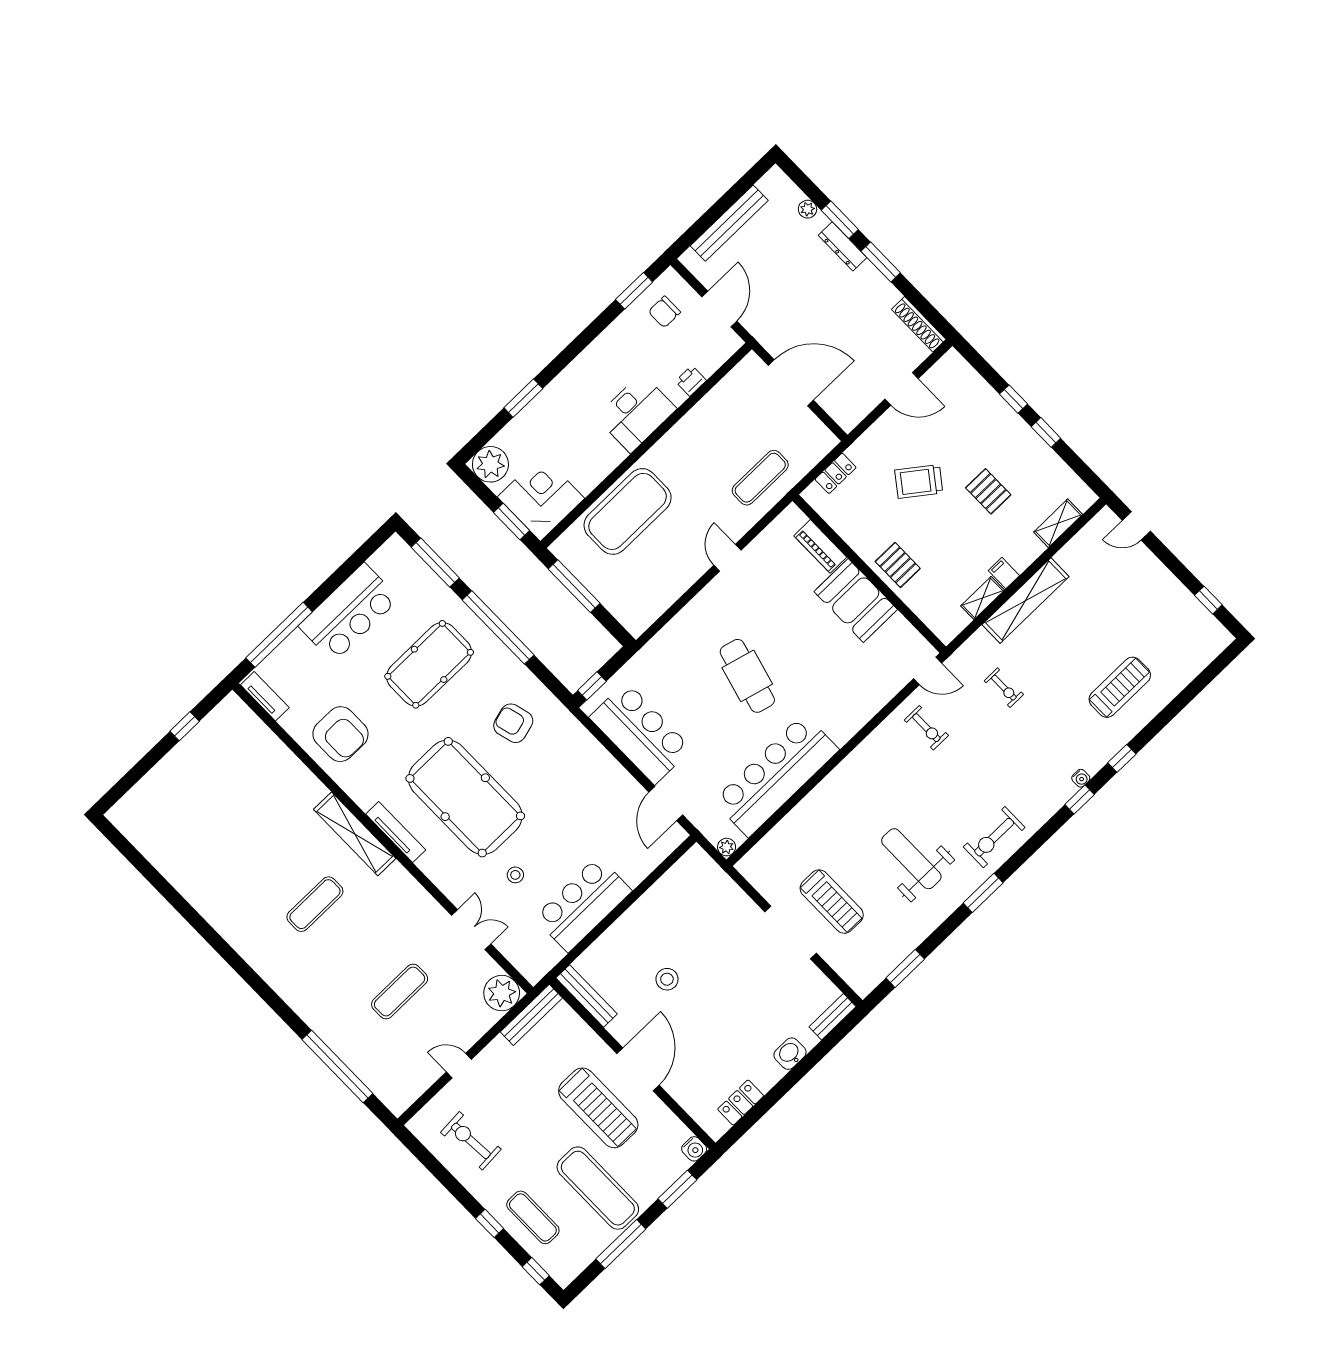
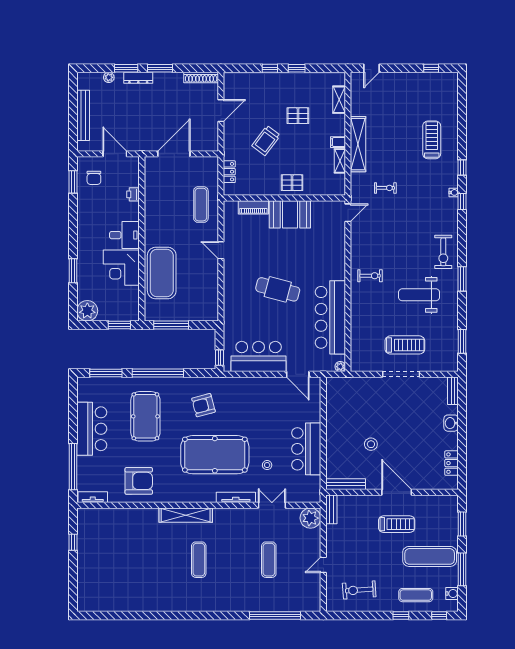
desk: (636, 413) -> (124, 235), width x0.73
corner desk: (541, 498) -> (121, 268), moved, turned -90
exercise bike: (926, 728) -> (370, 276), moved
tv unit: (396, 832) -> (236, 497), moved
bench: (531, 1015) -> (331, 509), width x0.73
treadmill: (598, 1108) -> (397, 524), width x0.73, depth x0.73
water cooler: (694, 1149) -> (452, 594), moved

